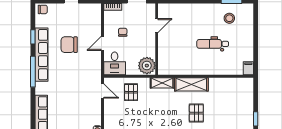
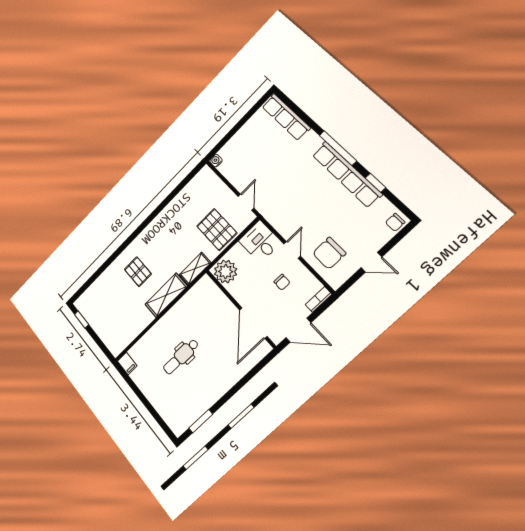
stool: (229, 18) -> (187, 400), removed
door: (157, 26) -> (253, 323), width x1.87
dental chair: (213, 44) -> (181, 357), turned 180
chair: (69, 45) -> (329, 253), moved, turned 180
door: (103, 91) -> (246, 202), swing flipped
pallet: (131, 92) -> (217, 230), width x1.50, depth x1.42

